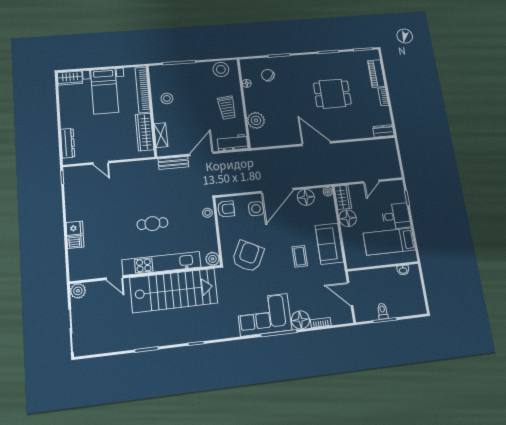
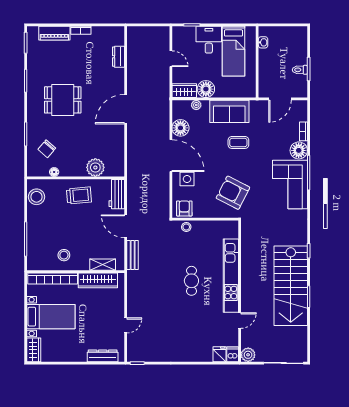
dining table: (332, 94) -> (63, 100), moved, turned 90
dresser: (383, 131) -> (118, 57), moved
plant: (328, 192) -> (196, 105), moved
fridge: (75, 228) -> (219, 354), moved
dishwasher: (75, 242) -> (233, 354), moved
plant: (213, 259) -> (232, 227), removed
stairs: (174, 290) -> (291, 286), moved, turned 180

